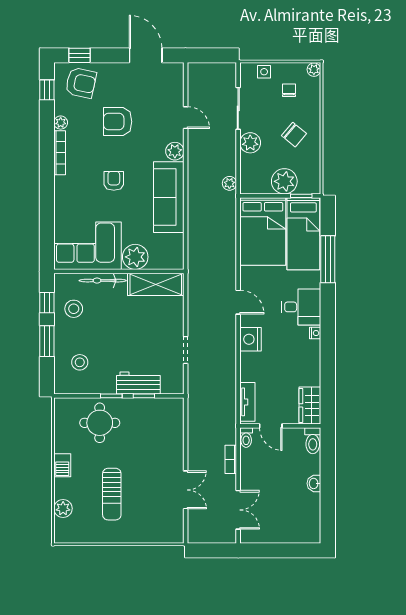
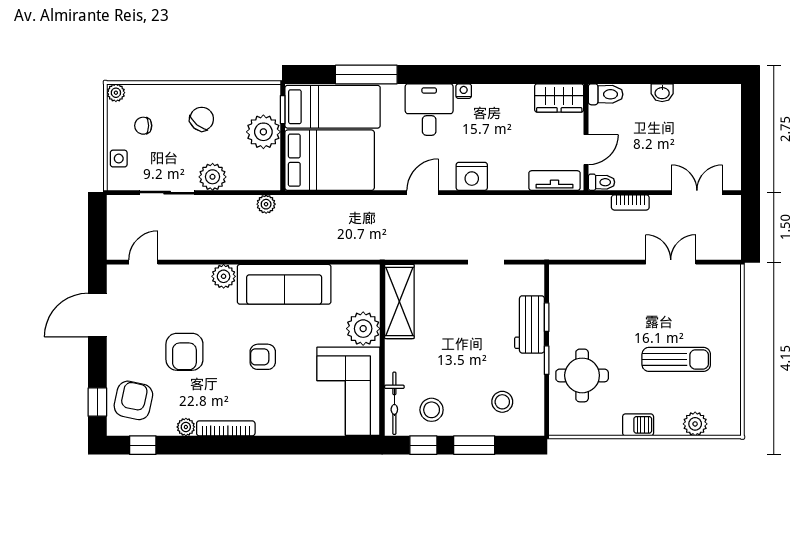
door: (186, 118) -> (143, 262), moved
bicycle: (103, 281) -> (394, 403), moved

